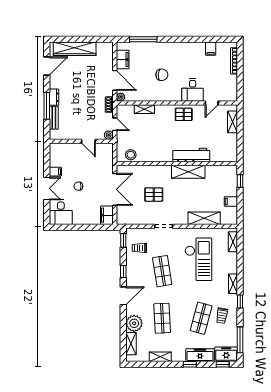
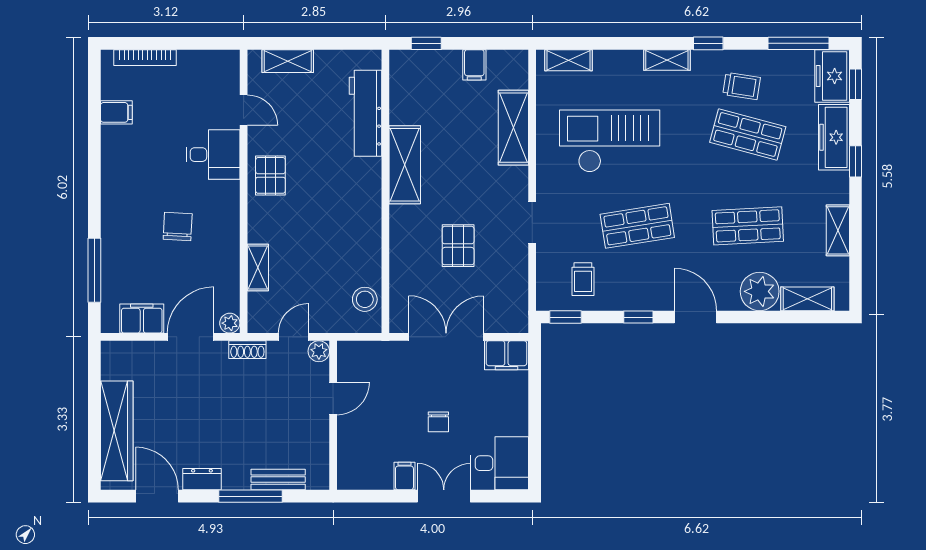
dresser: (54, 97) -> (202, 479), moved
workbench: (191, 155) -> (365, 113), moved

